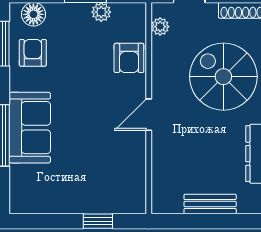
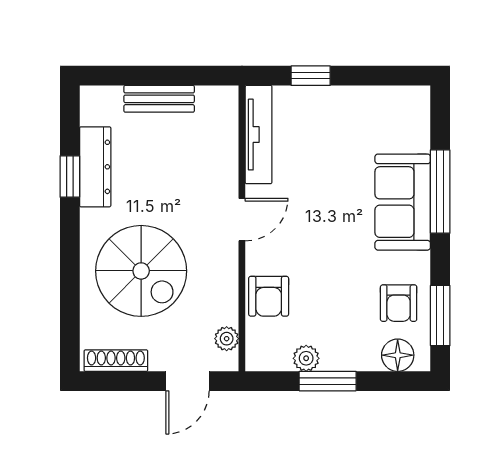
armchair: (129, 58) -> (269, 296), turned 180
tv unit: (136, 178) -> (259, 135), added

